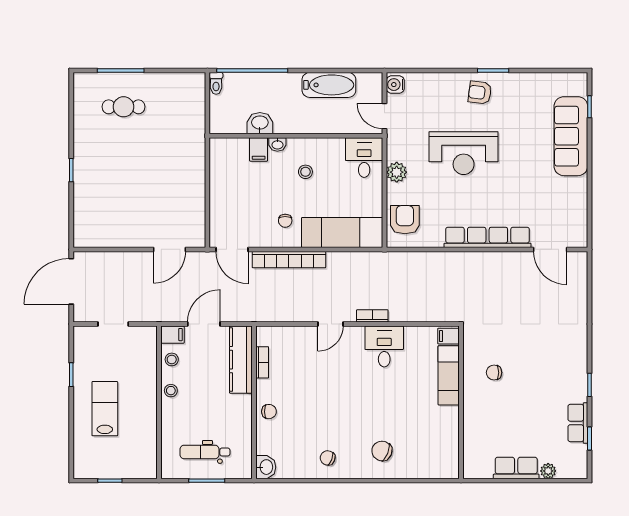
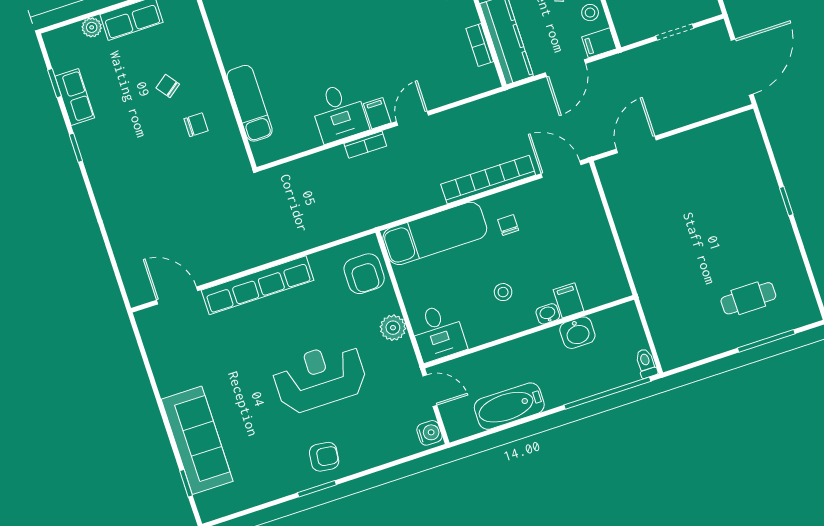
filing cabinet: (448, 336) -> (377, 113), moved, turned -90
chair: (506, 408) -> (168, 86), added

